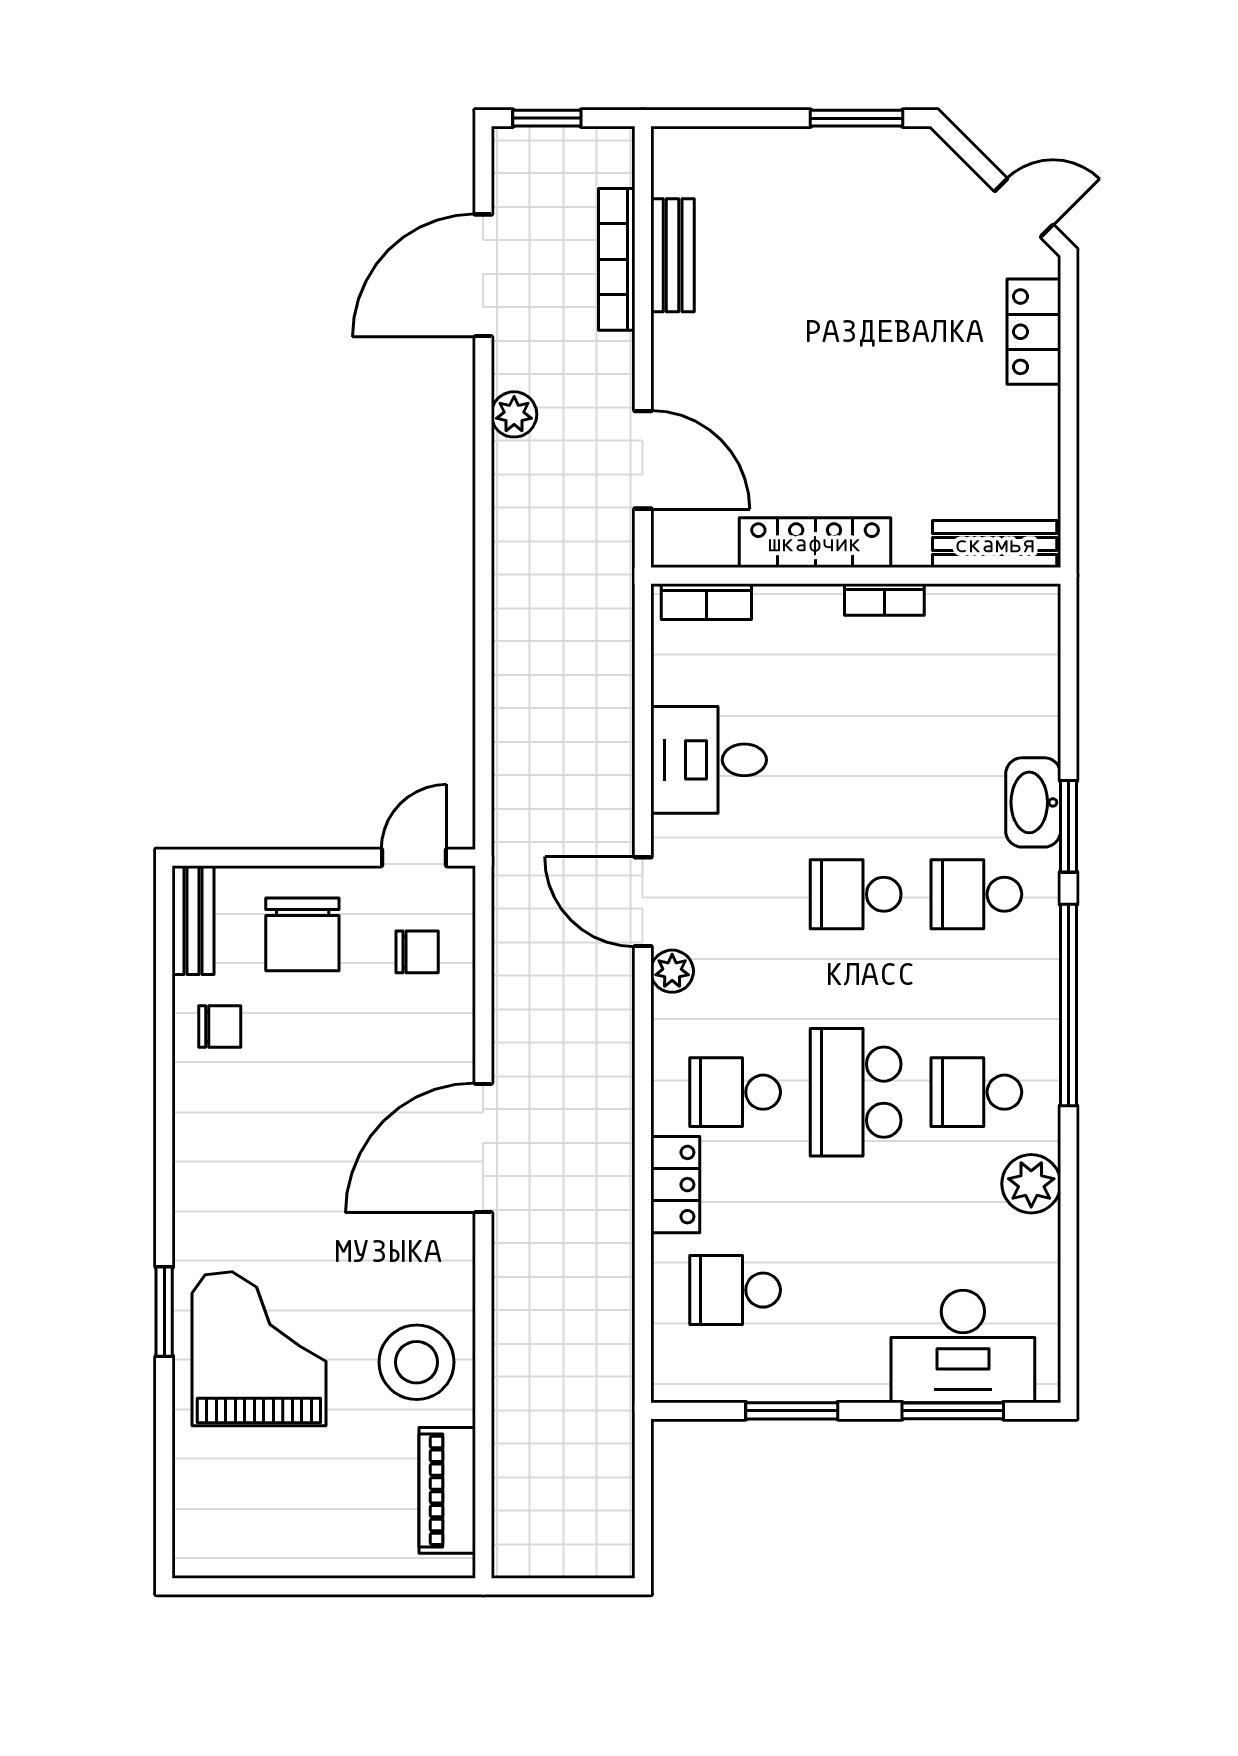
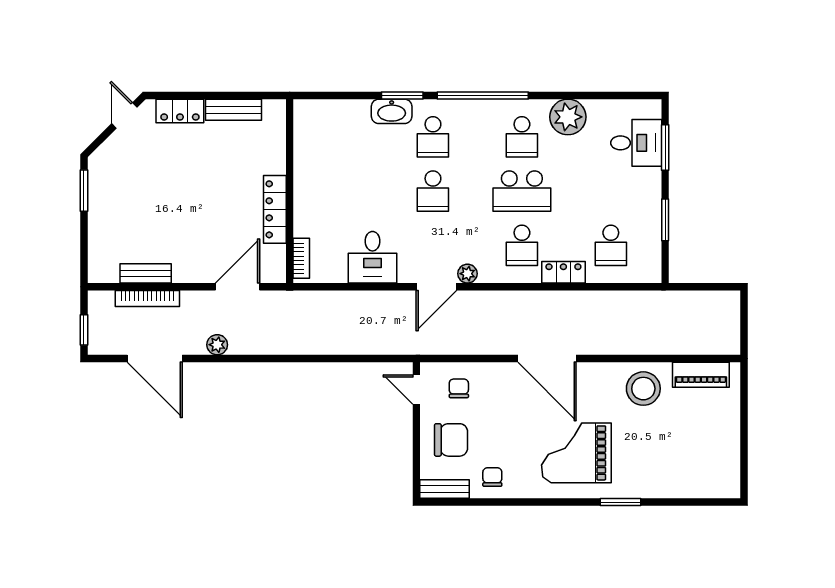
bench: (995, 544) -> (233, 110), moved, turned 90
bookcase: (884, 599) -> (300, 178), removed
plant: (1031, 1184) -> (568, 117), width x1.36, depth x1.36
desk: (963, 1346) -> (636, 143), width x0.73
grand piano: (259, 1349) -> (576, 453), moved

